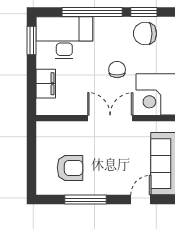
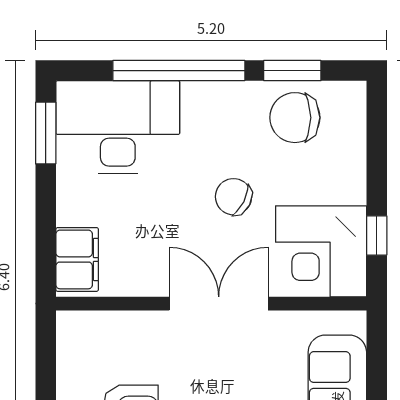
chair: (117, 70) -> (234, 197), turned -63
filing cabinet: (46, 84) -> (77, 259), moved

